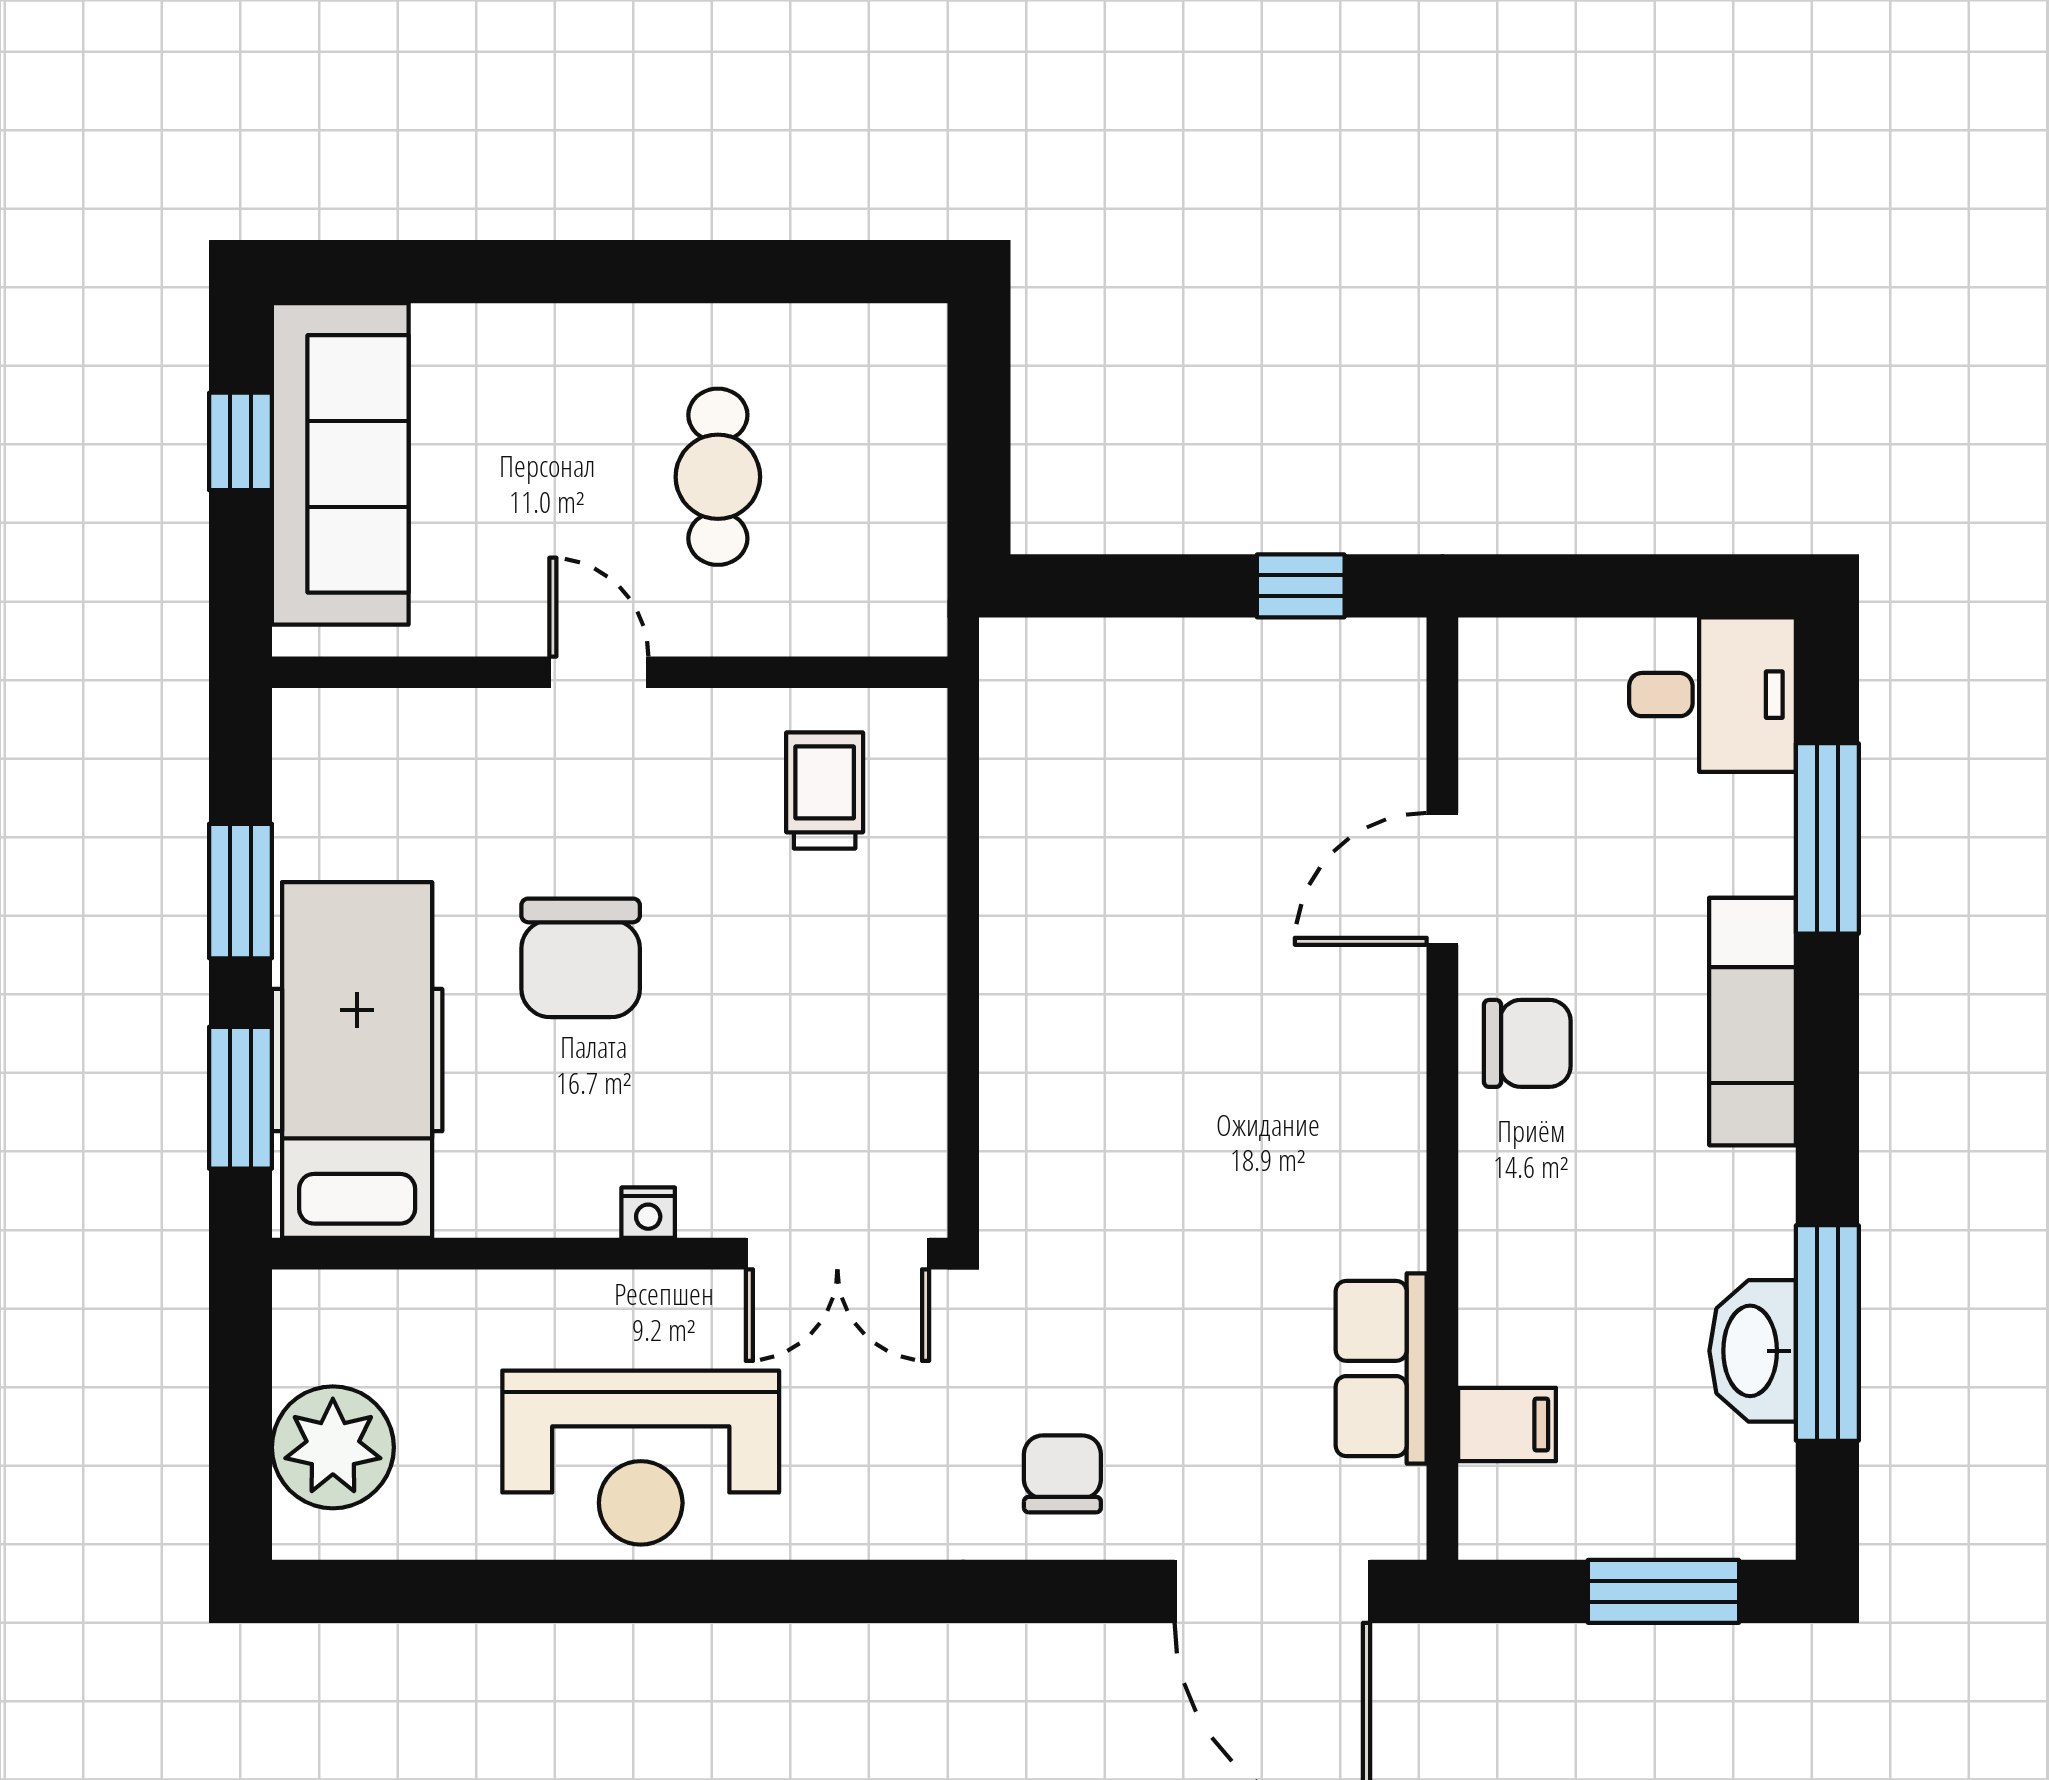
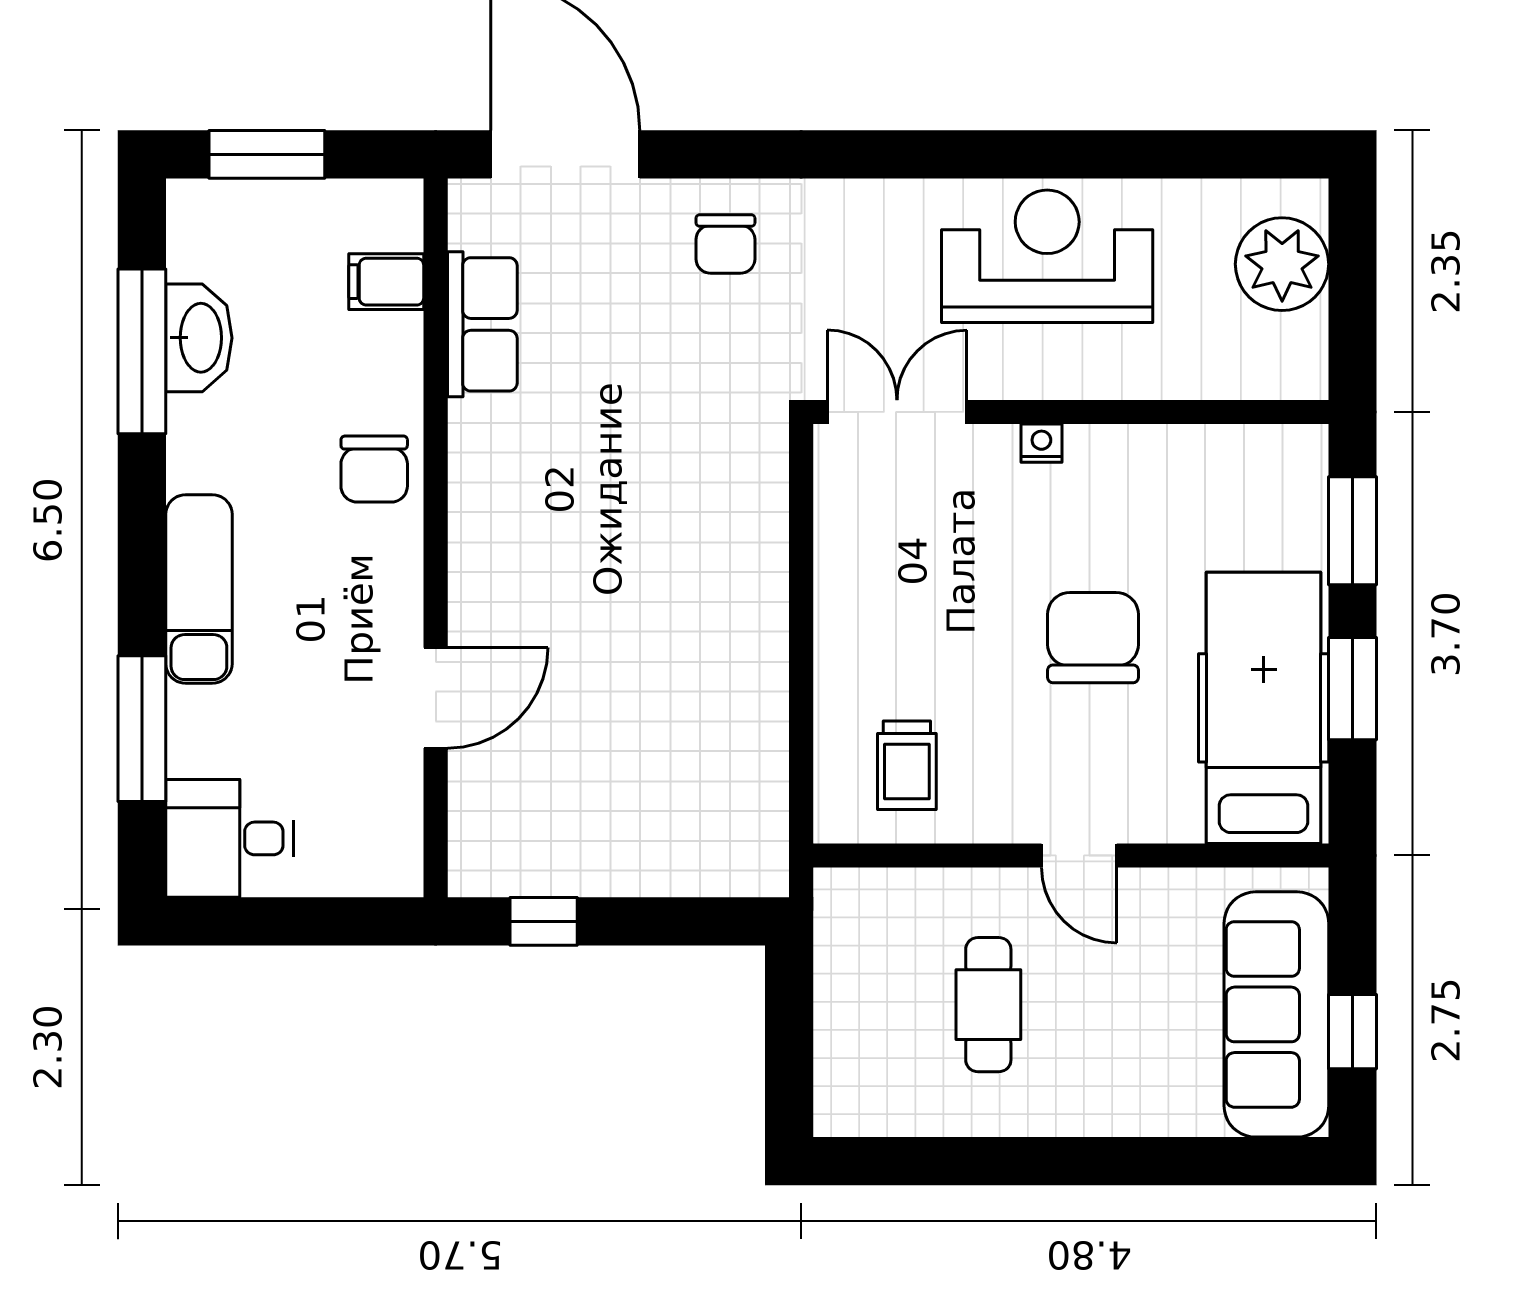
chair: (1527, 1043) -> (374, 469), moved, turned -90
hospital bed: (357, 1060) -> (1264, 708), moved, turned 180

